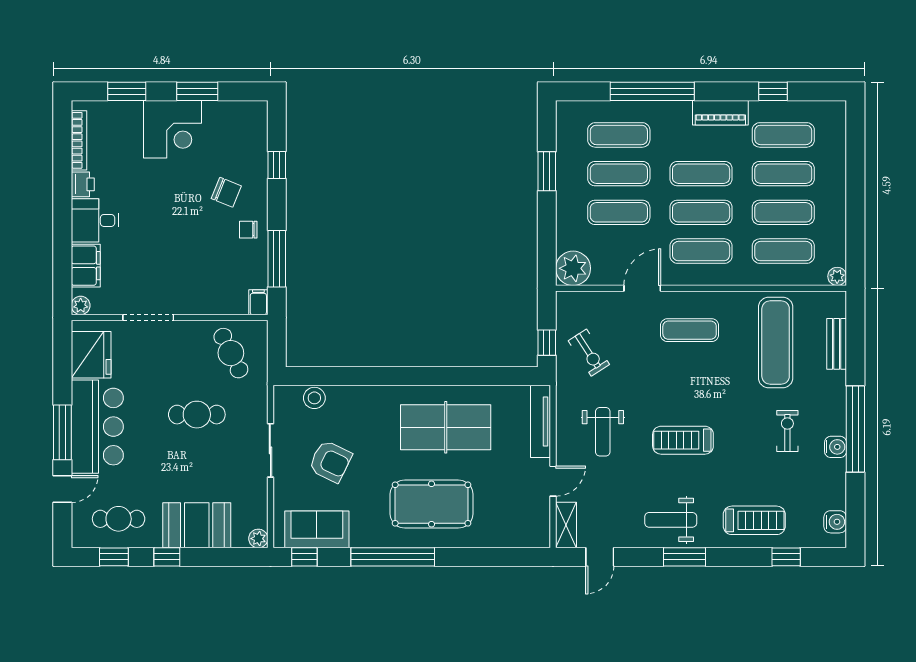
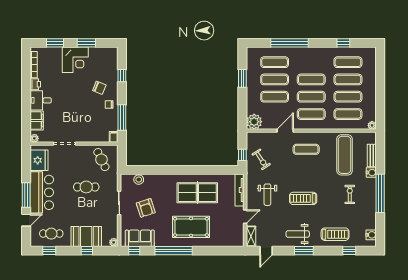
piano: (720, 113) -> (320, 52), removed
water cooler: (836, 447) -> (371, 173), moved
armchair: (330, 461) -> (146, 208), turned 46
window: (167, 557) -> (87, 251), moved

